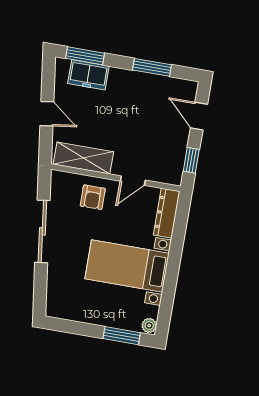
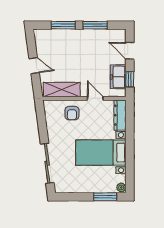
window: (85, 56) -> (63, 25), moved
freezer: (88, 75) -> (118, 77), moved, turned 90
door: (133, 181) -> (95, 98), swing flipped
sliding door: (42, 231) -> (47, 163), moved

